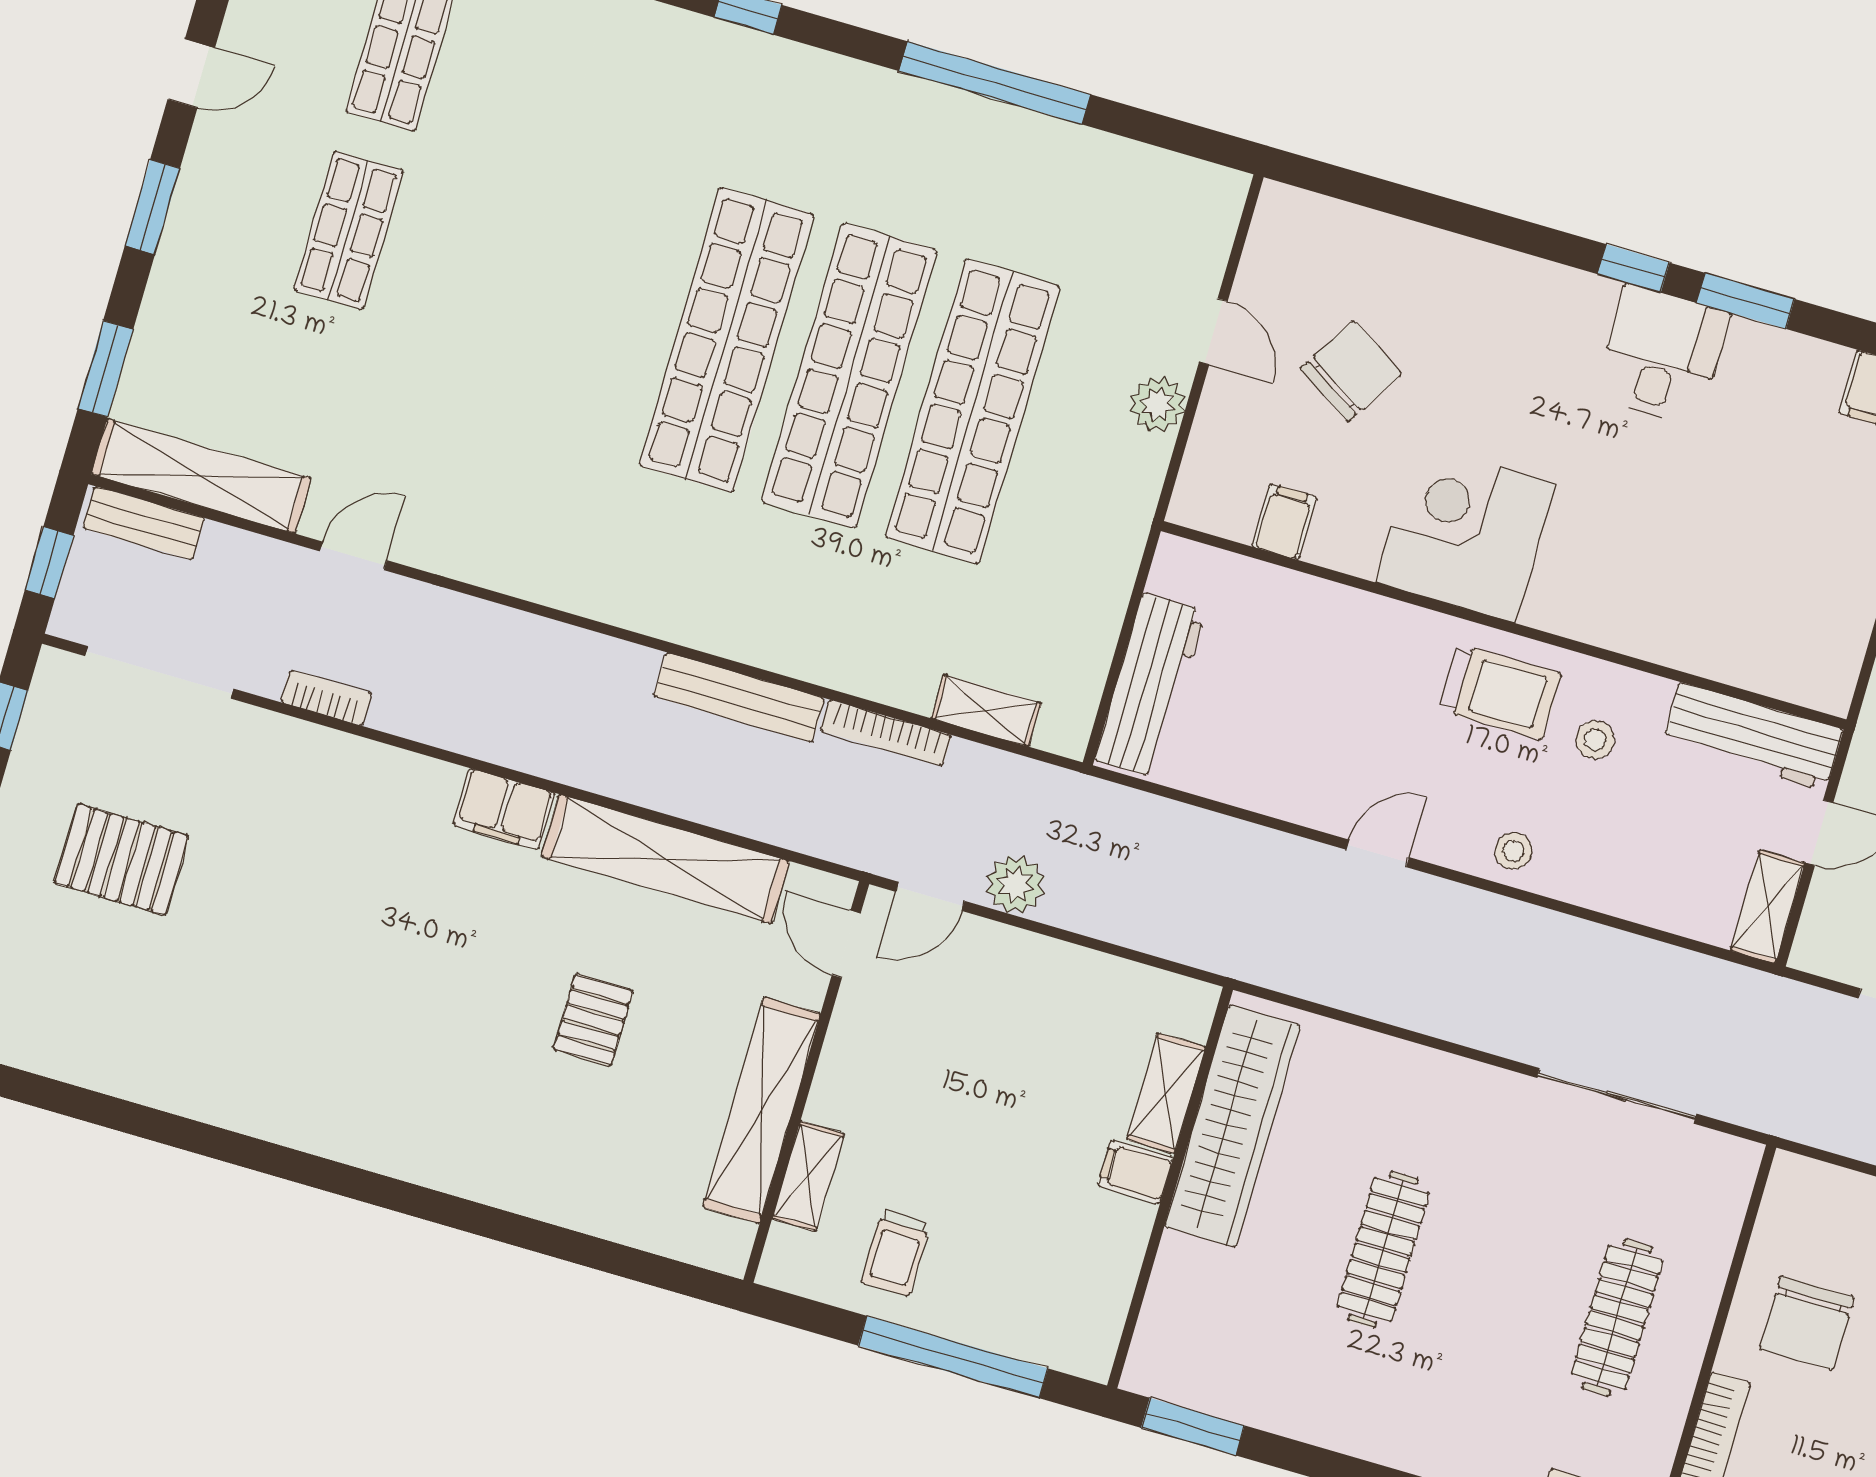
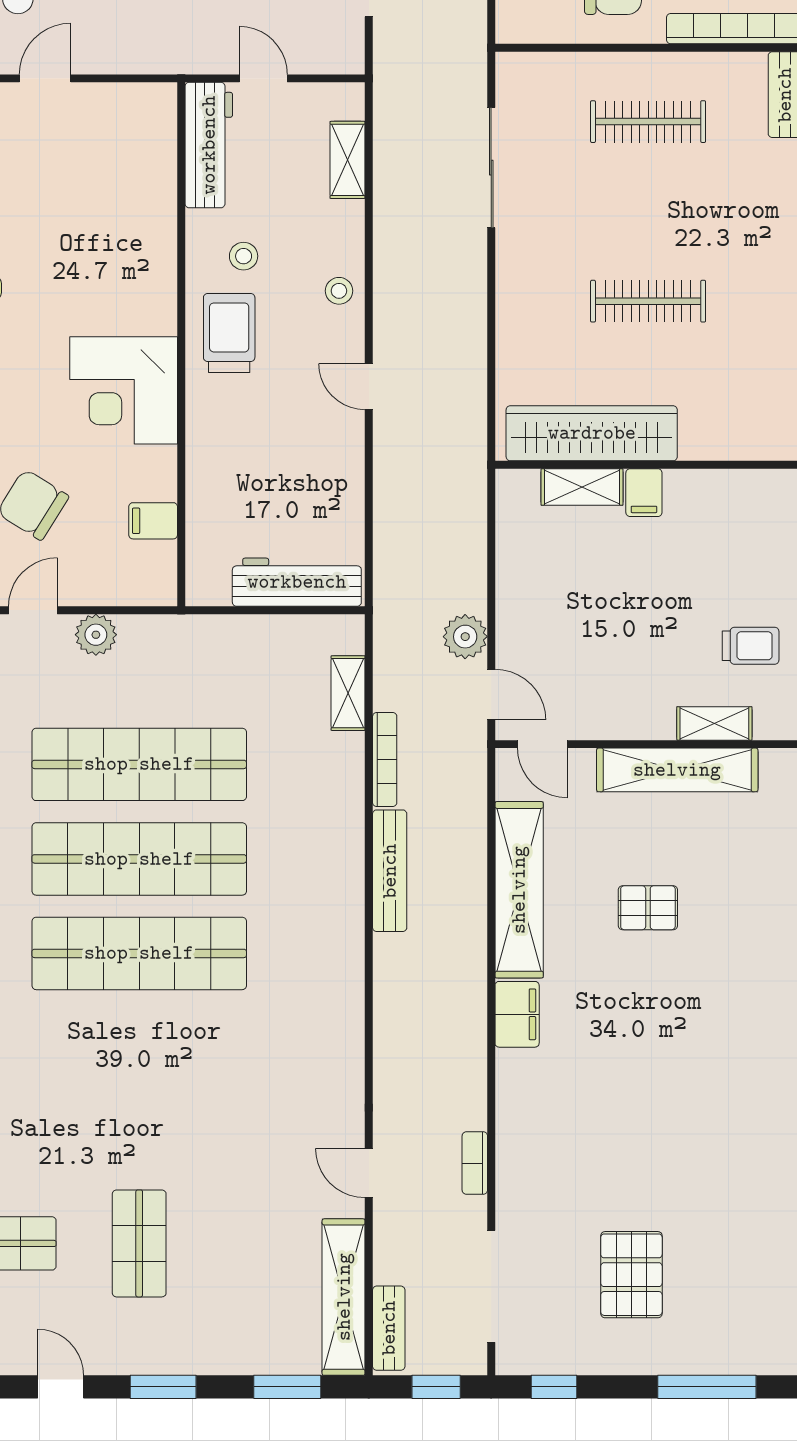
shop shelf: (348, 230) -> (139, 1243), turned 90
shelving: (1768, 907) -> (348, 160), moved, turned 90
door: (846, 944) -> (542, 744), hinge flipped

